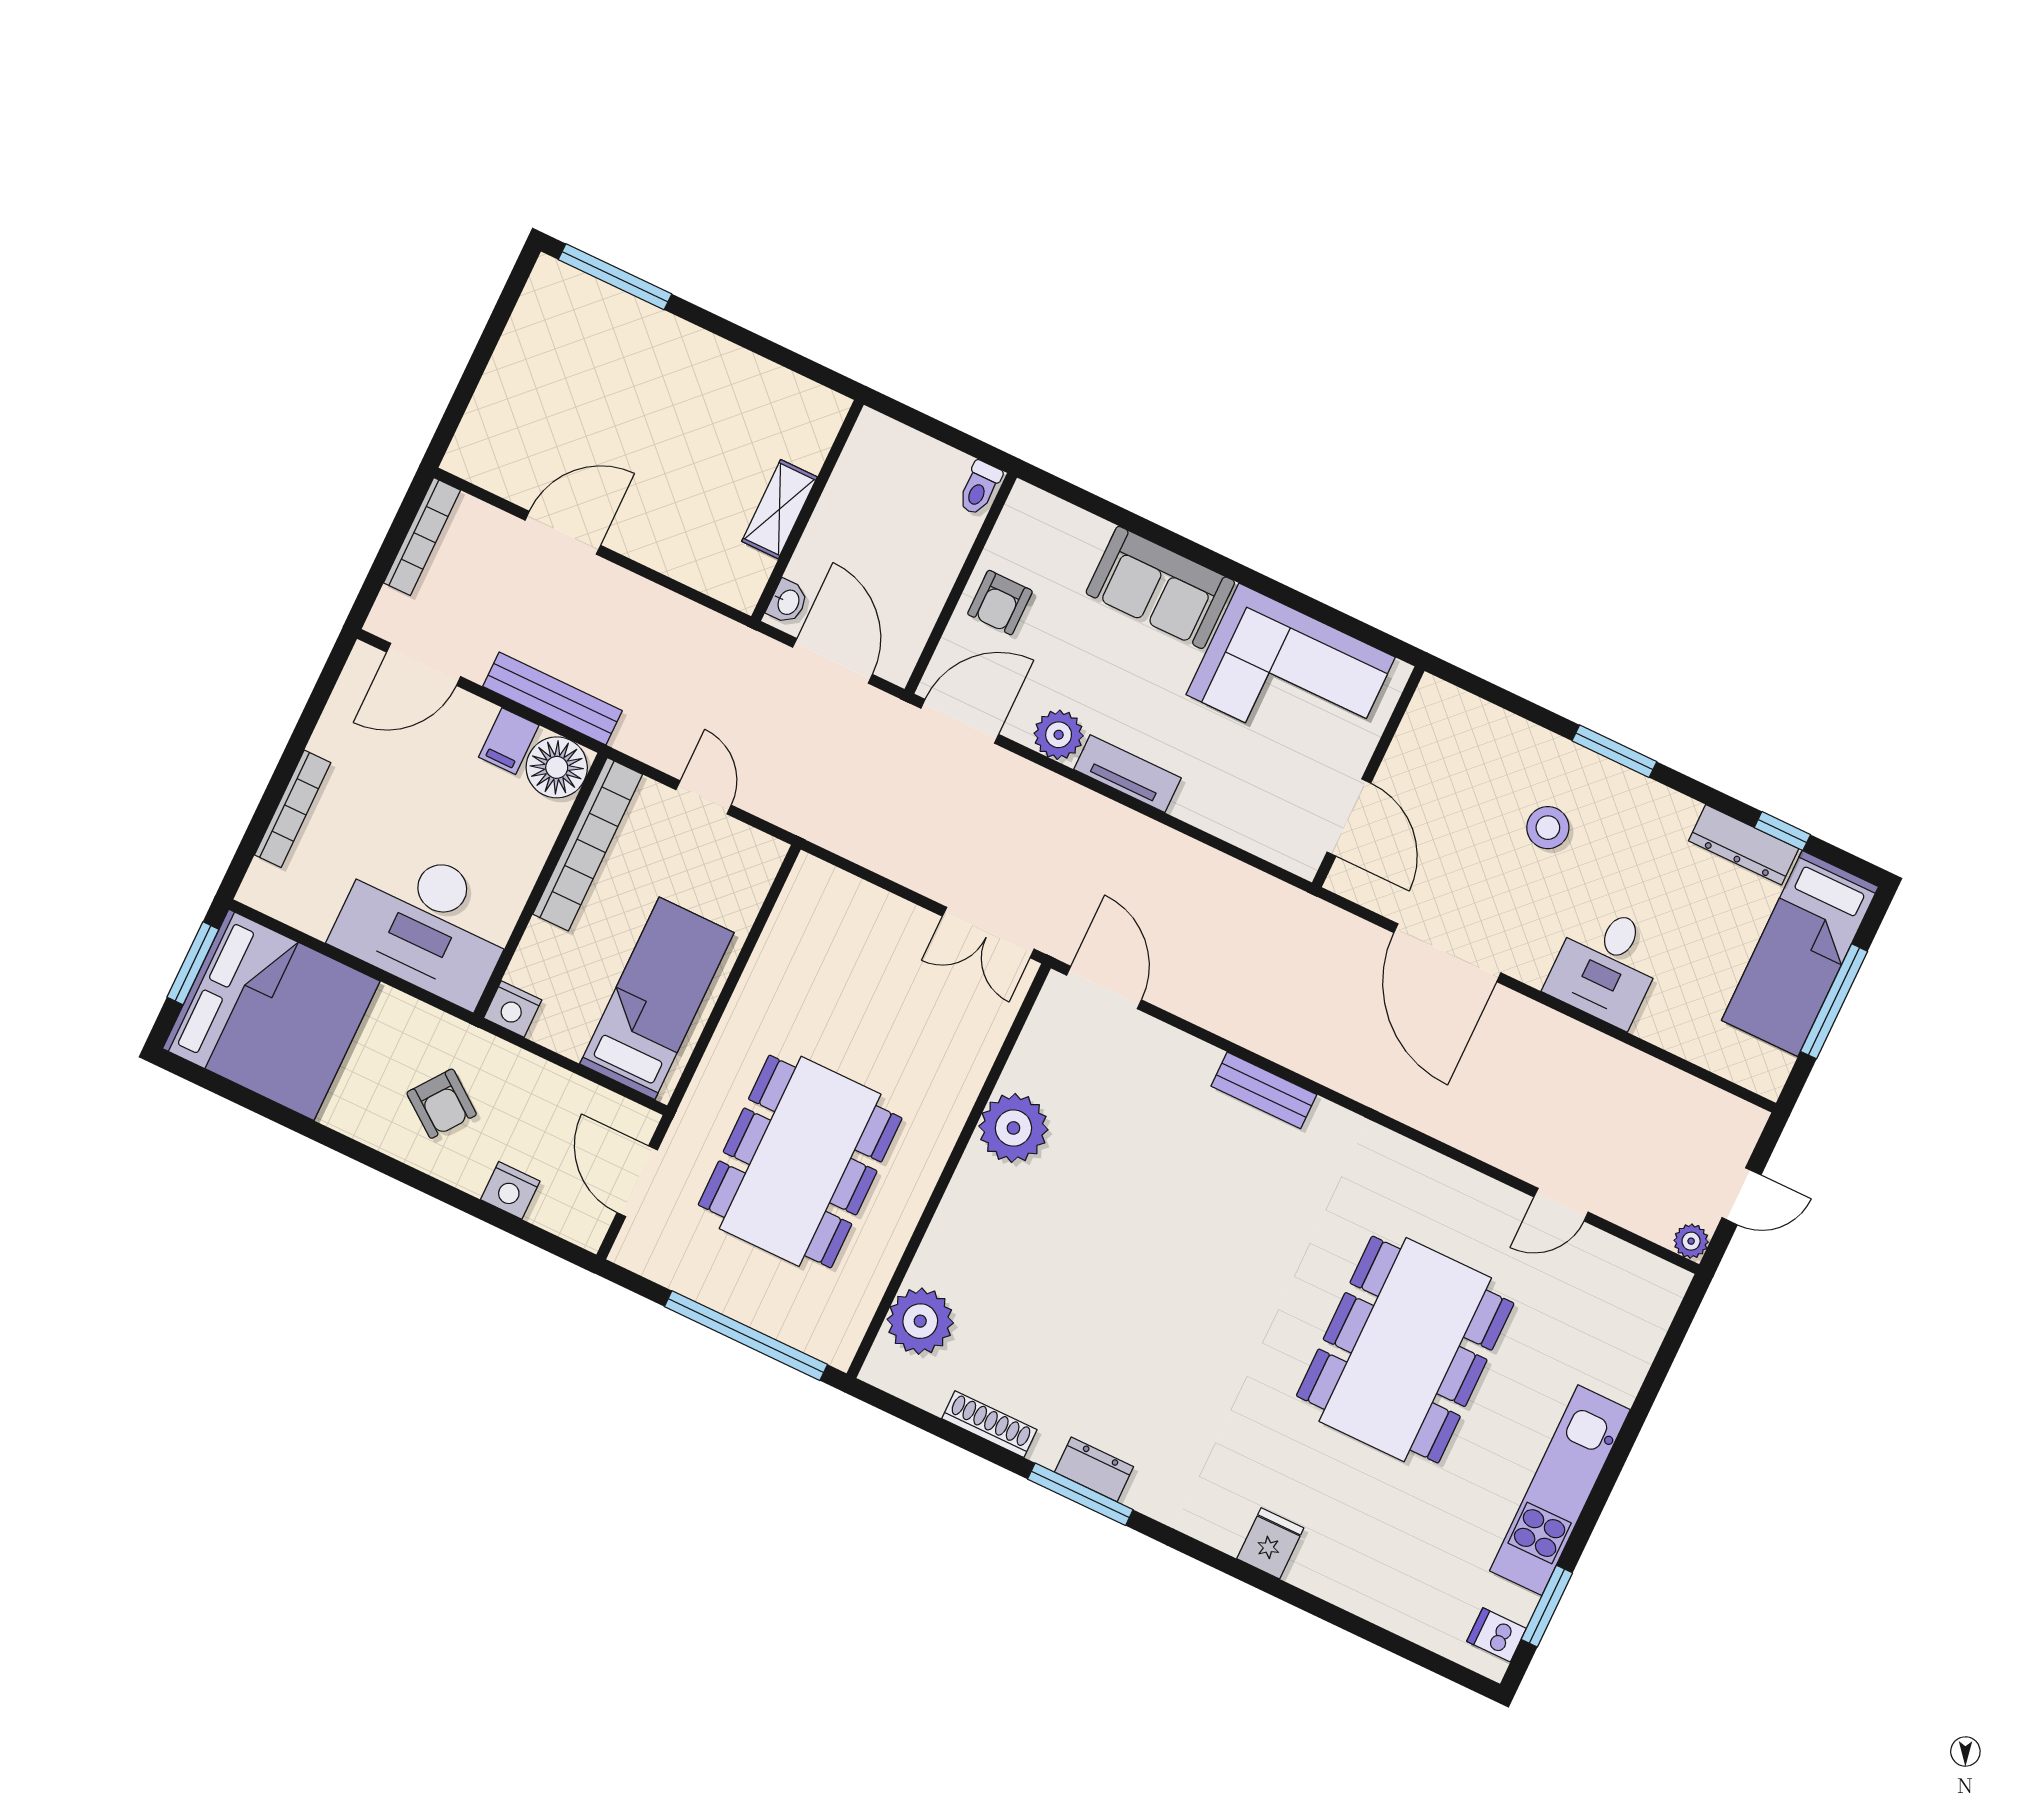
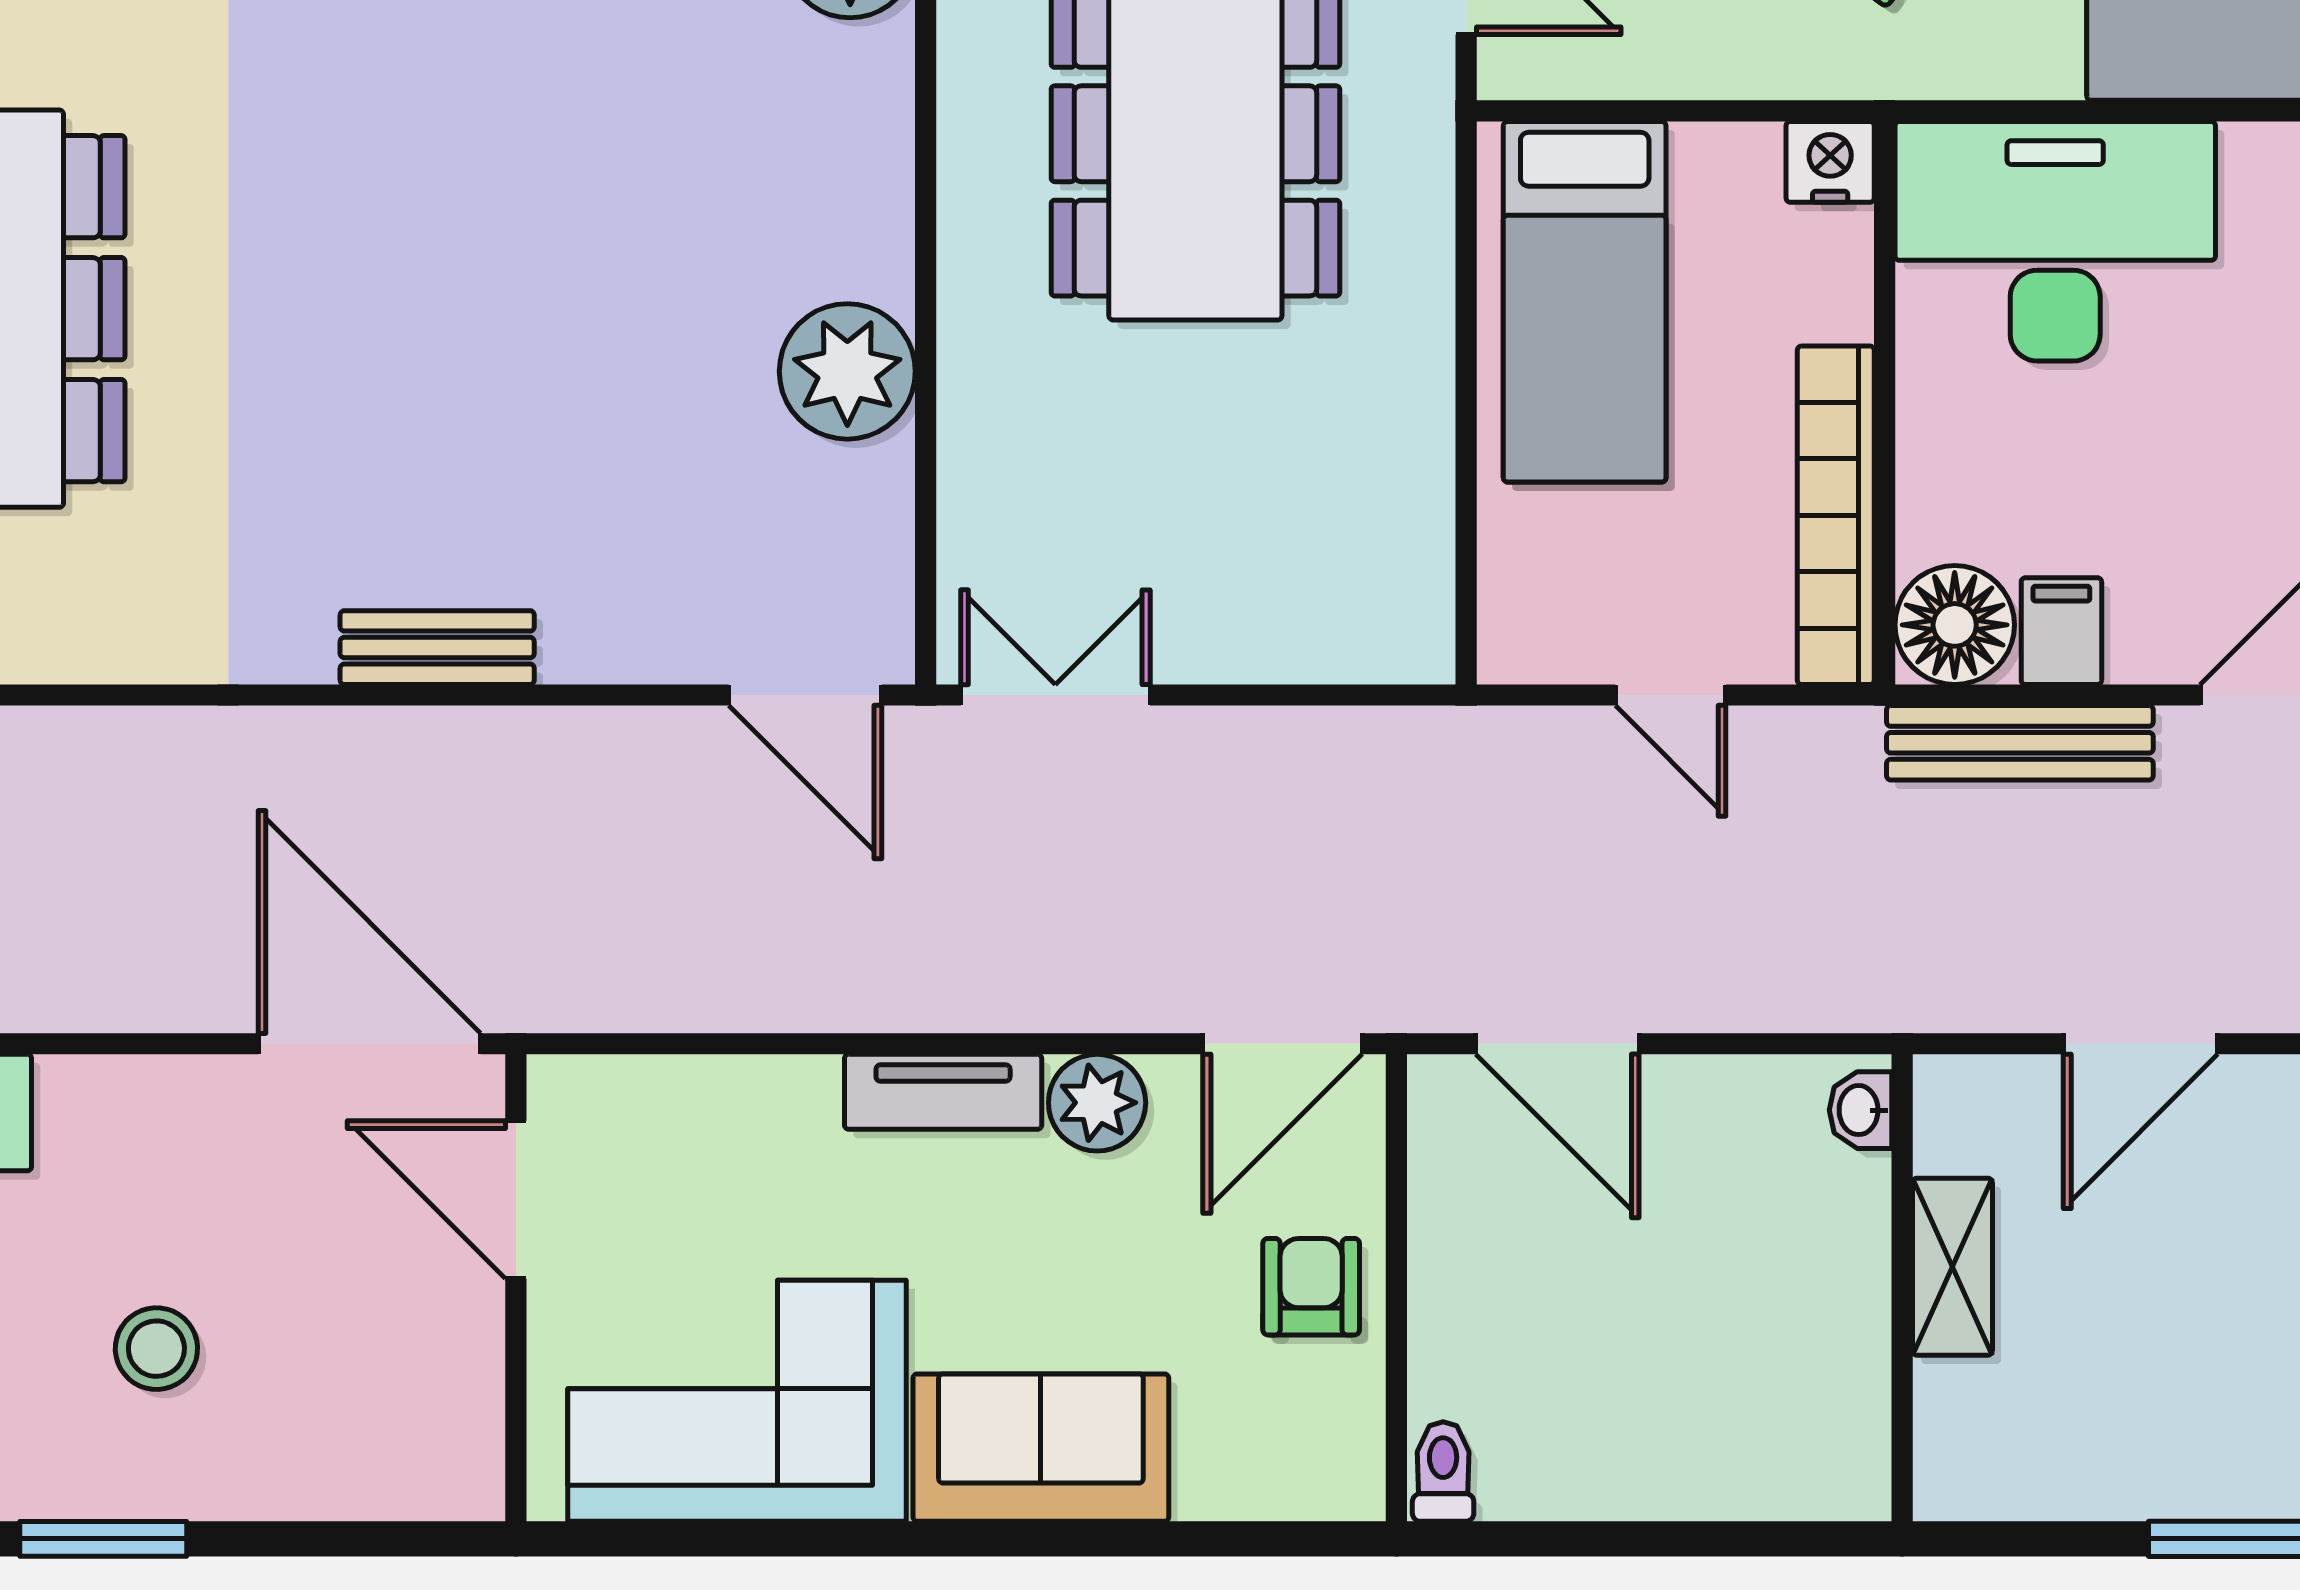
shelving: (779, 509) -> (1952, 1267), moved
wall: (807, 510) -> (1902, 1288), moved
washbasin: (788, 602) -> (1860, 1110), moved
door: (1447, 953) -> (369, 1044), moved

